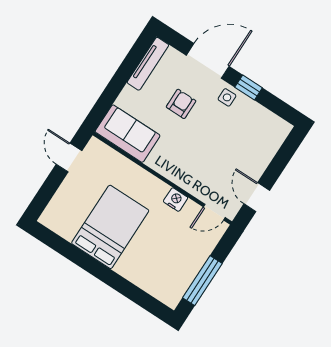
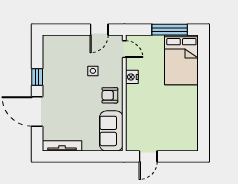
side table: (227, 97) -> (93, 71), moved
armchair: (181, 104) -> (110, 95), moved
bed: (110, 227) -> (181, 60), moved, turned -90

